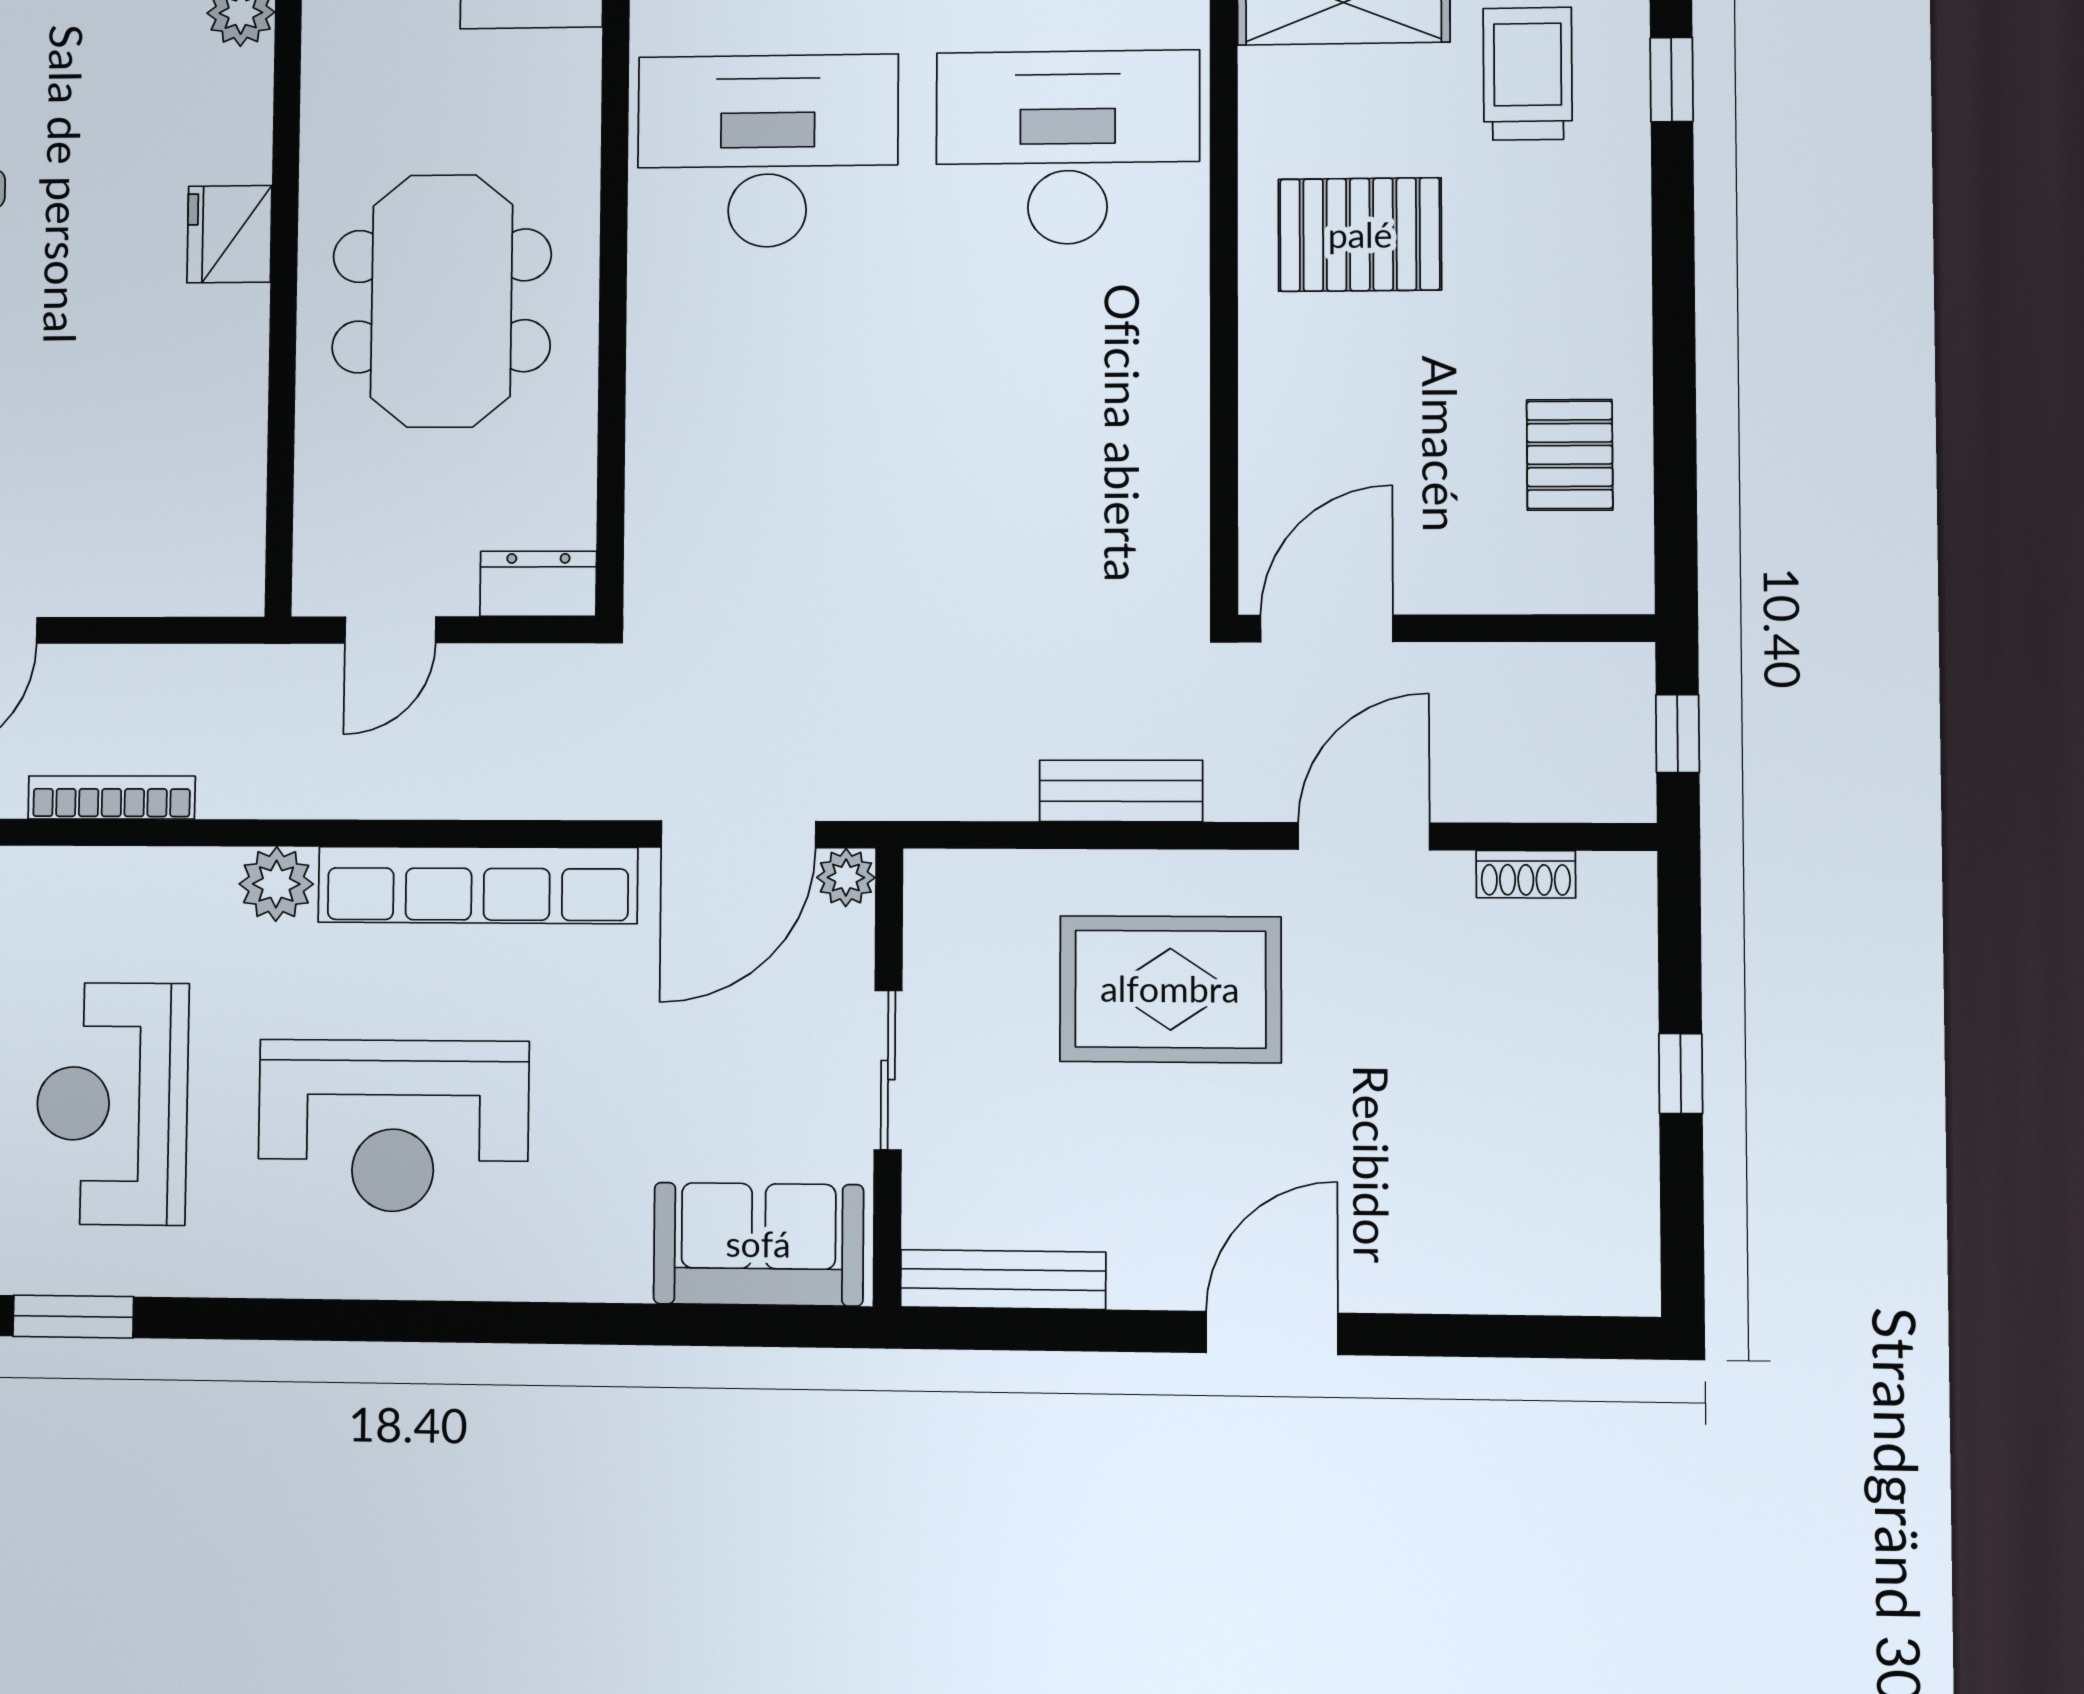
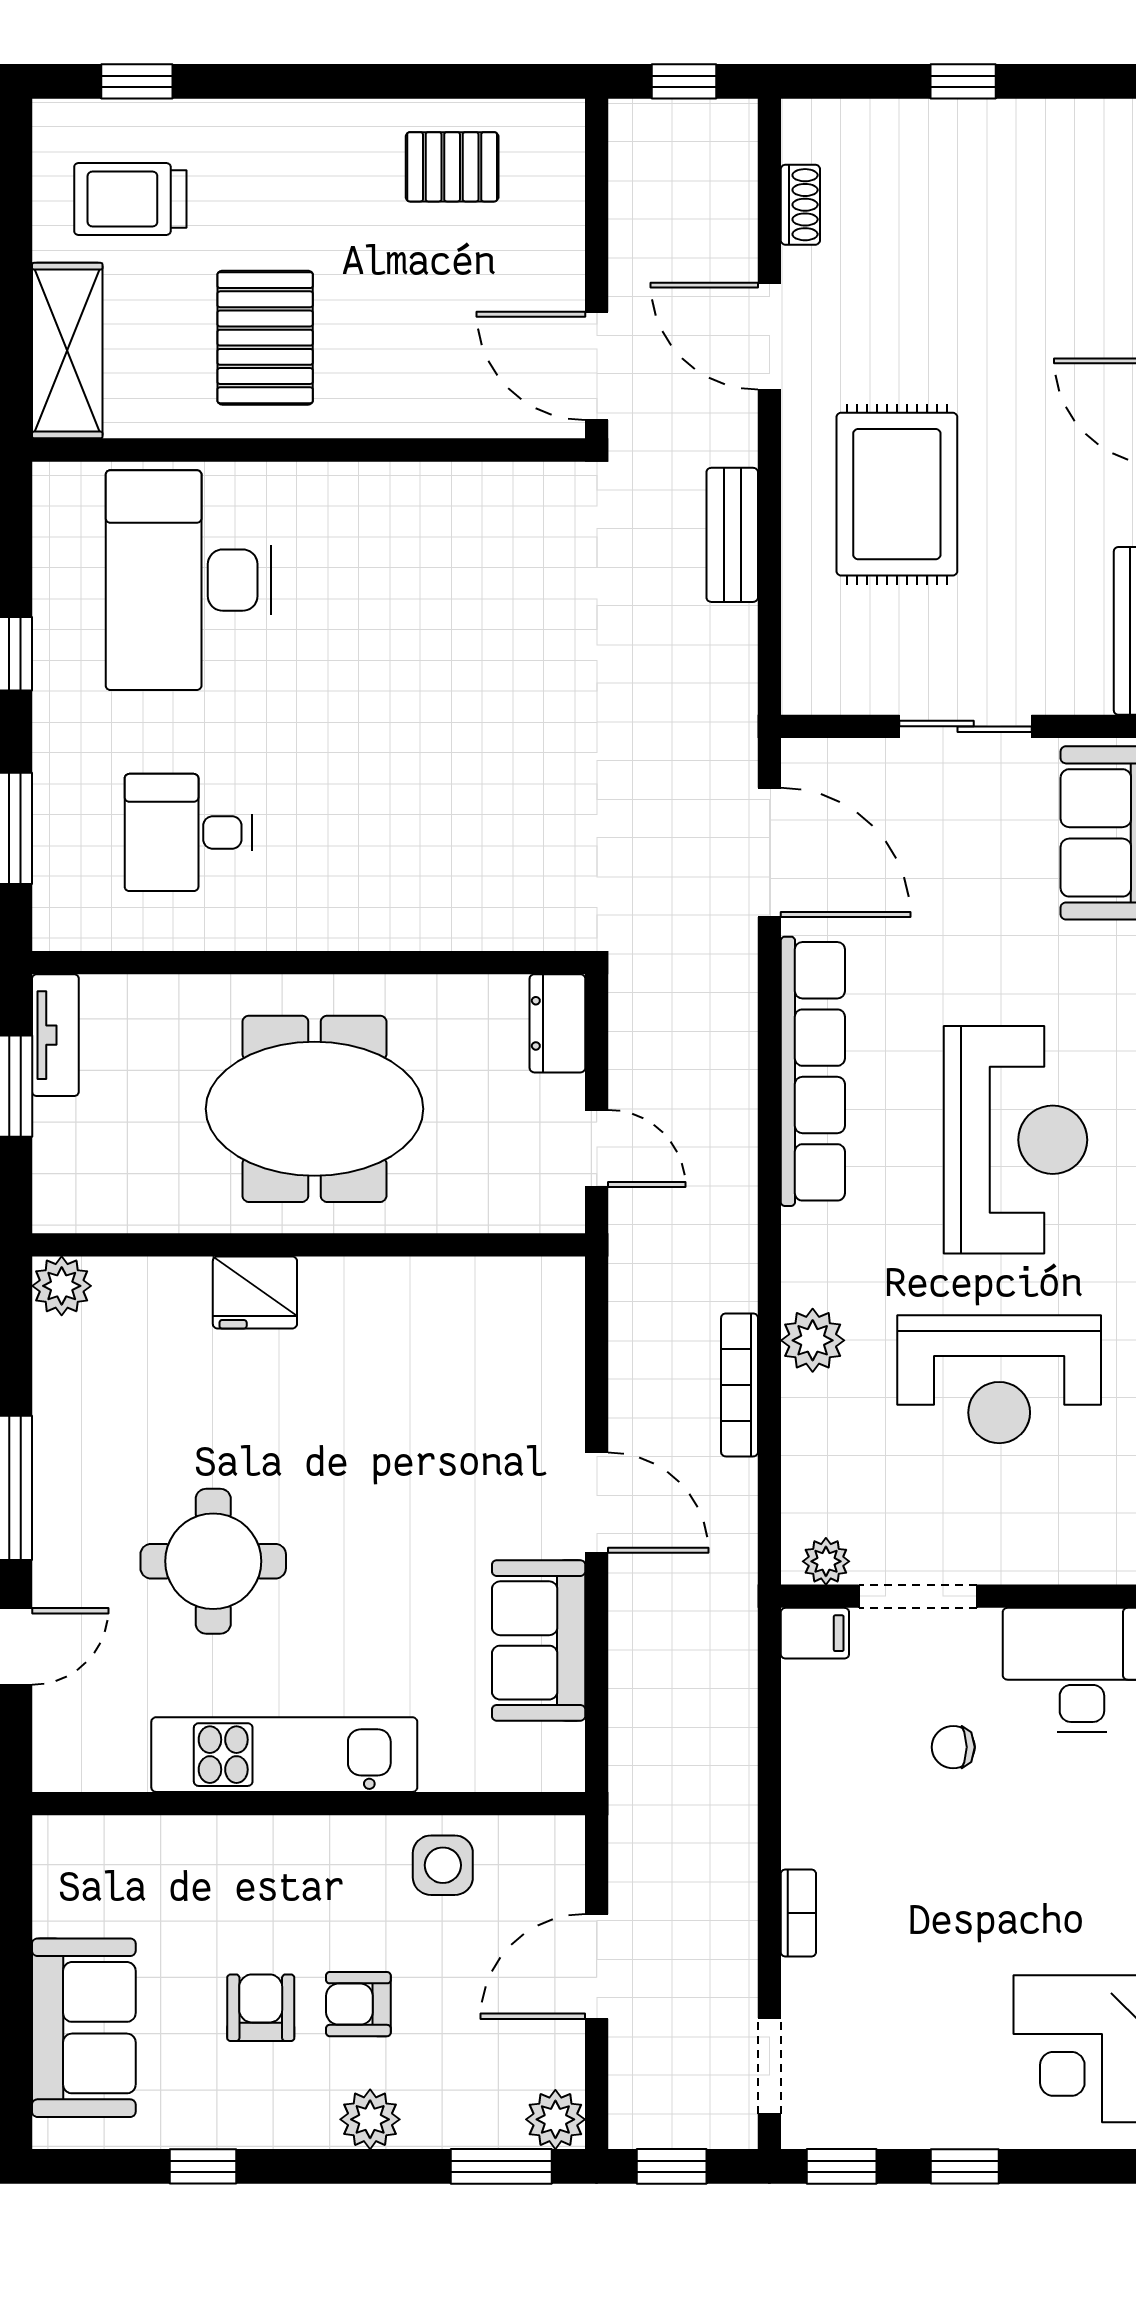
desk: (768, 151) -> (188, 832), width x0.53, depth x0.77
plant: (846, 878) -> (805, 762), removed
plant: (276, 884) -> (813, 1340), moved

